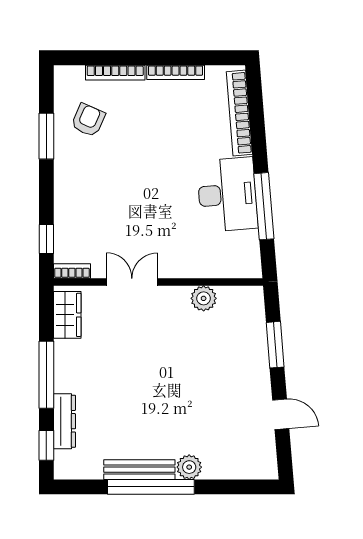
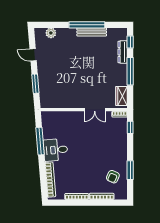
desk: (227, 195) -> (56, 150), width x0.73
plant: (204, 298) -> (65, 103), removed
plant: (189, 467) -> (51, 33), moved

